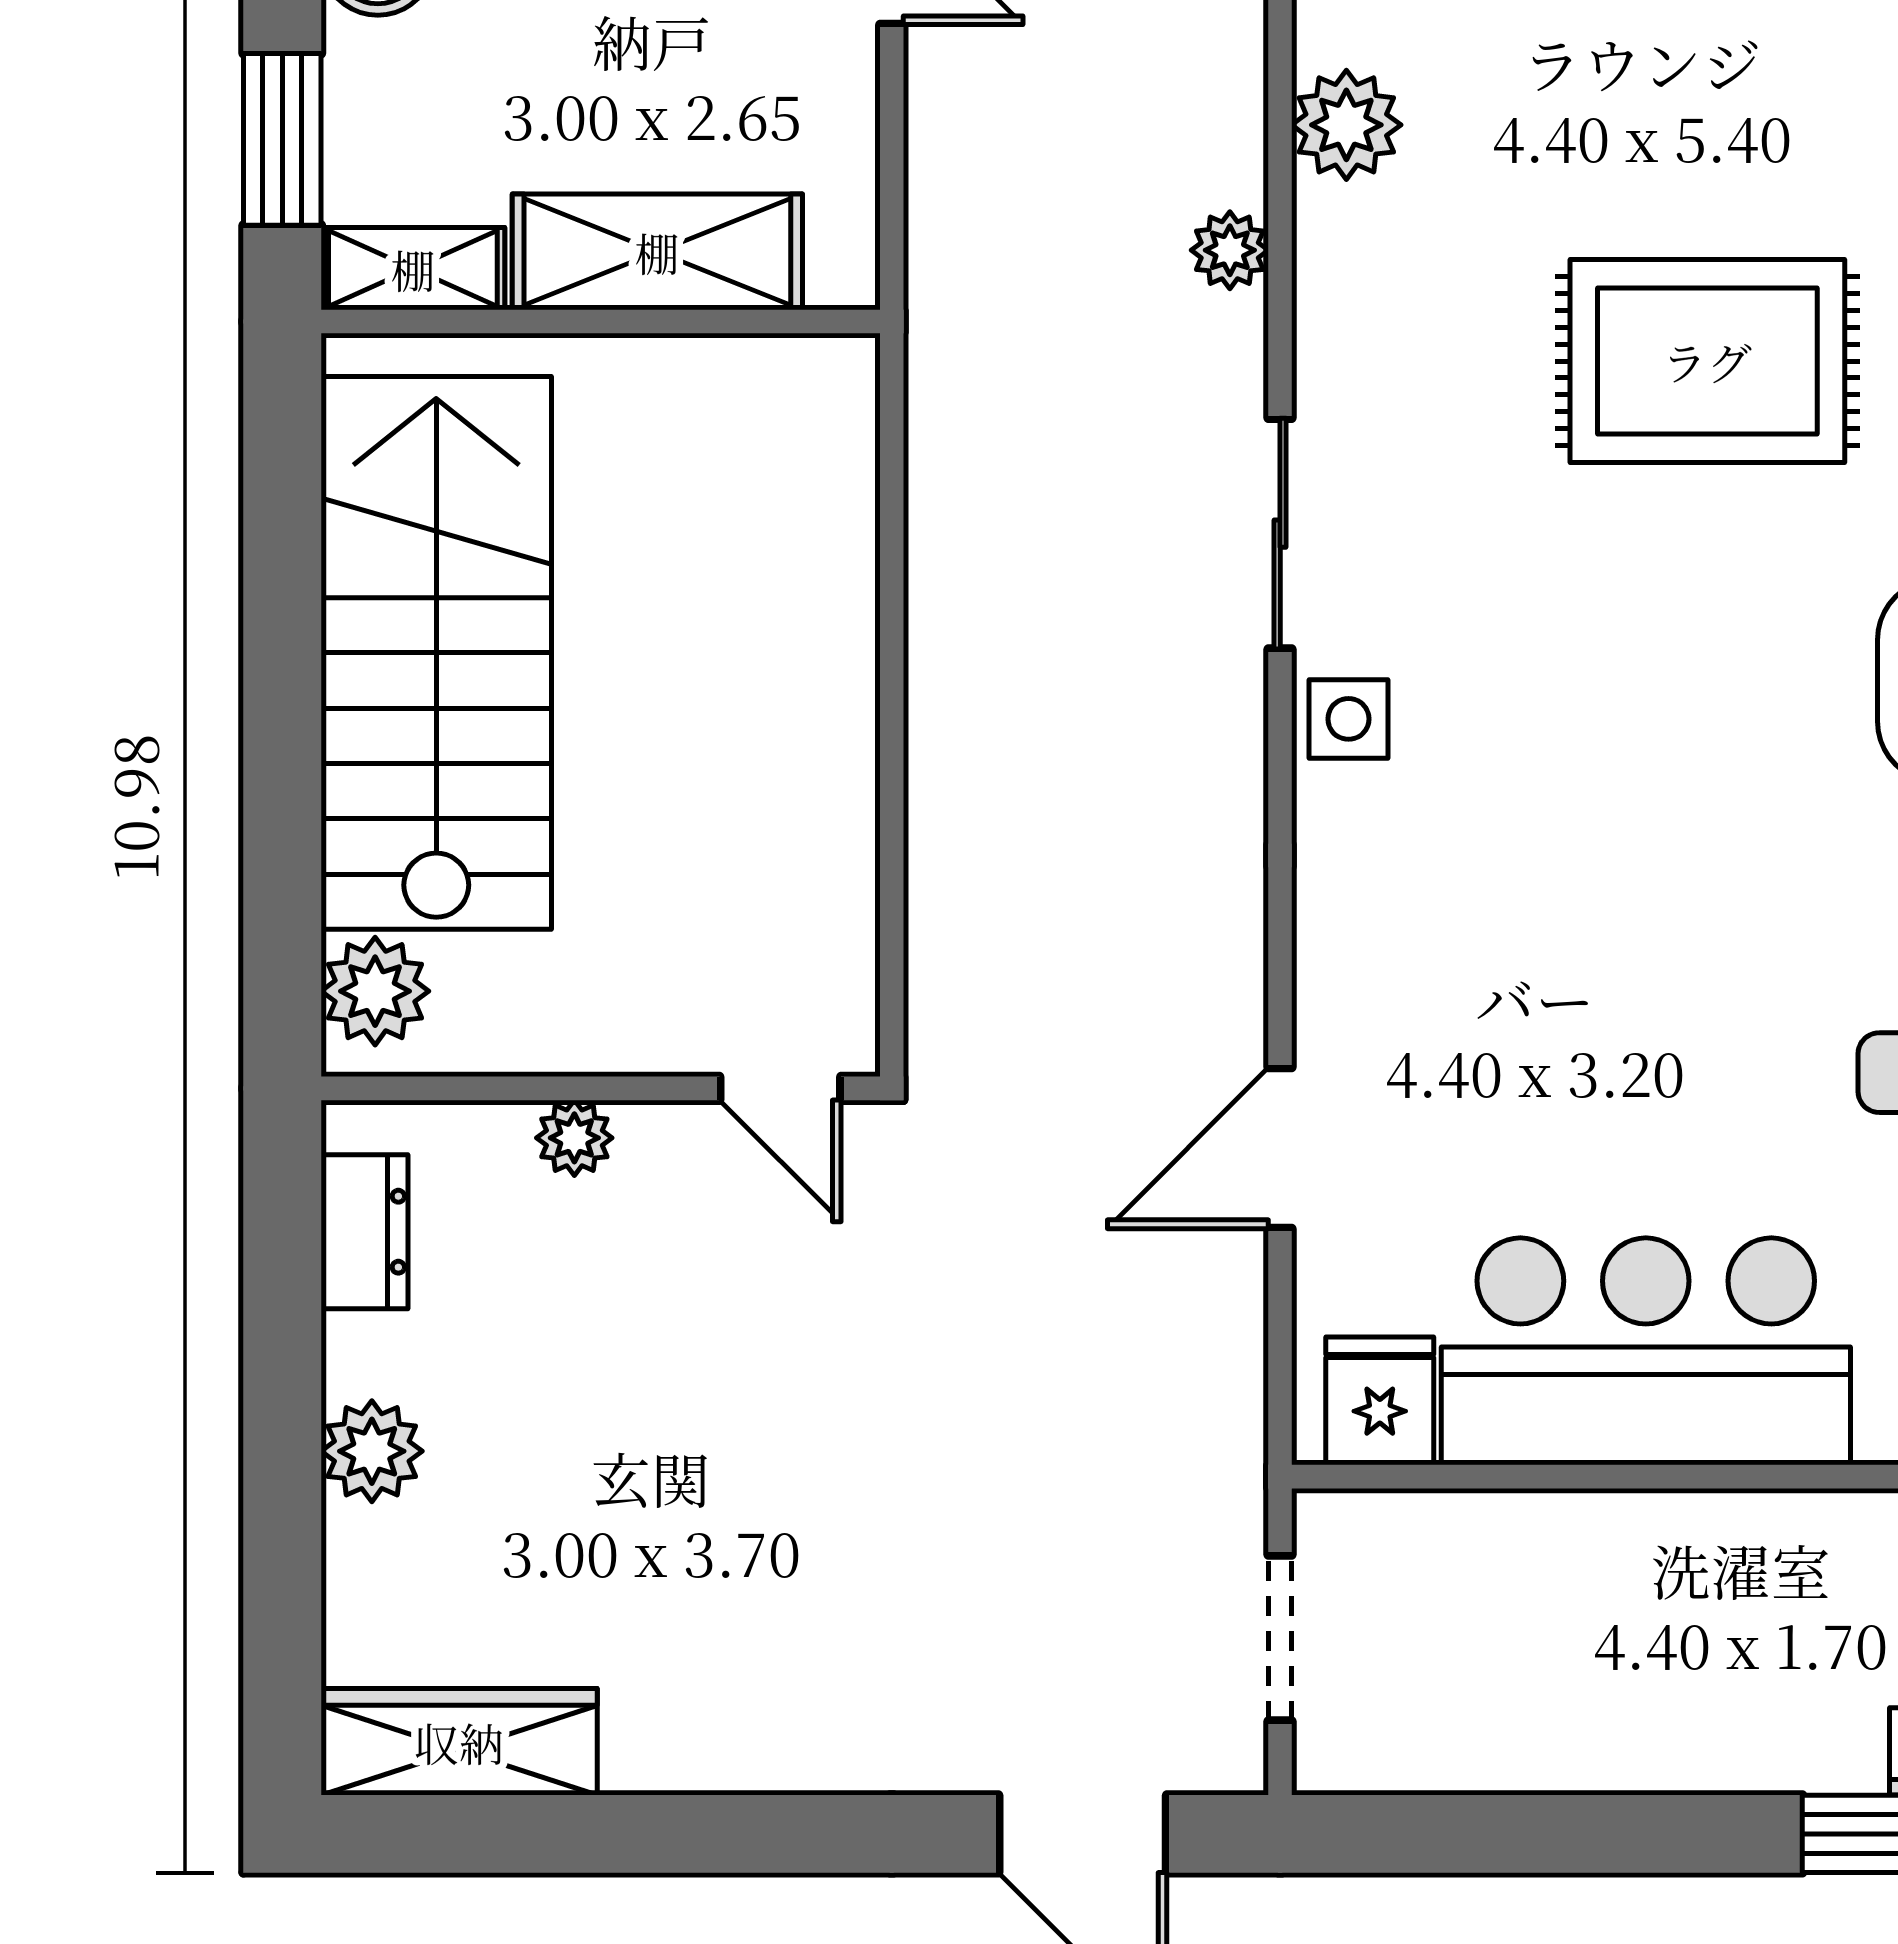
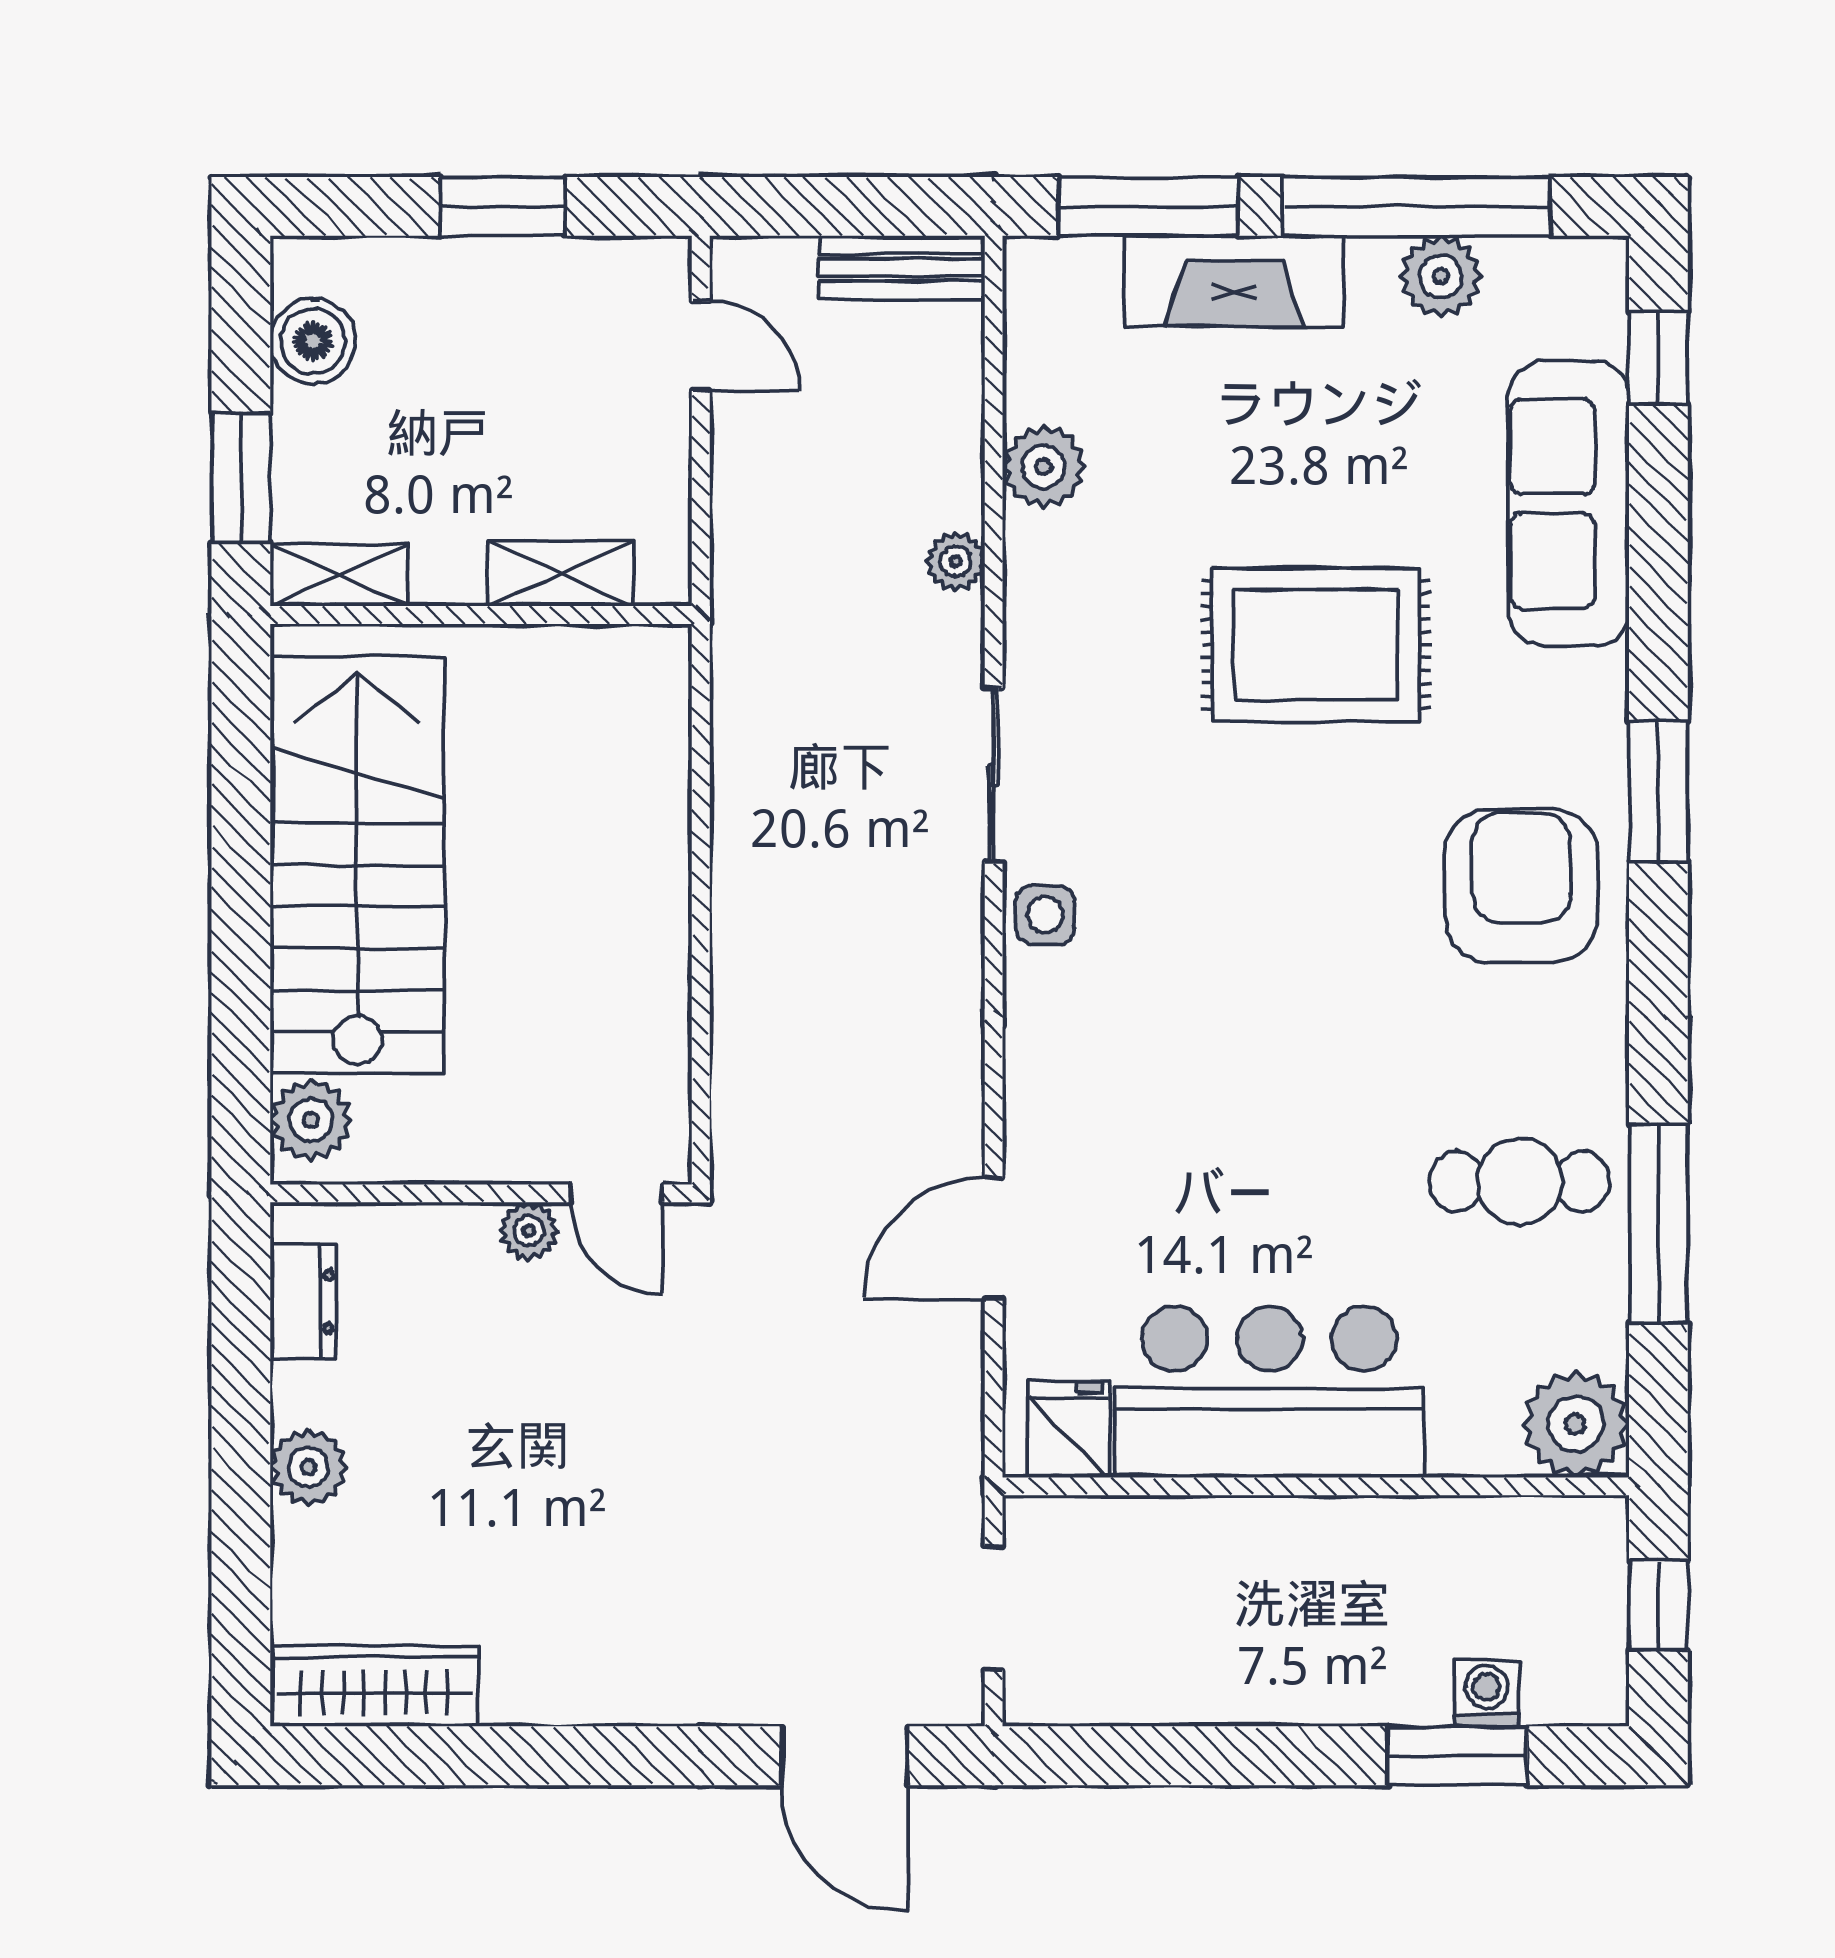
shelving: (657, 252) -> (560, 573), width x0.67, depth x0.75
plant: (574, 1138) -> (529, 1231), moved

